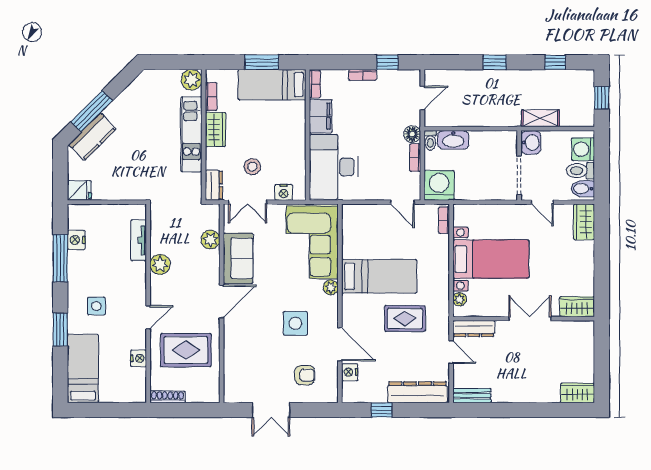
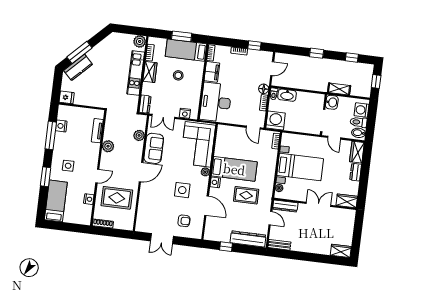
stool: (252, 167) -> (178, 75), moved
dresser: (586, 256) -> (356, 172), added
nightstand: (350, 372) -> (215, 182), moved

